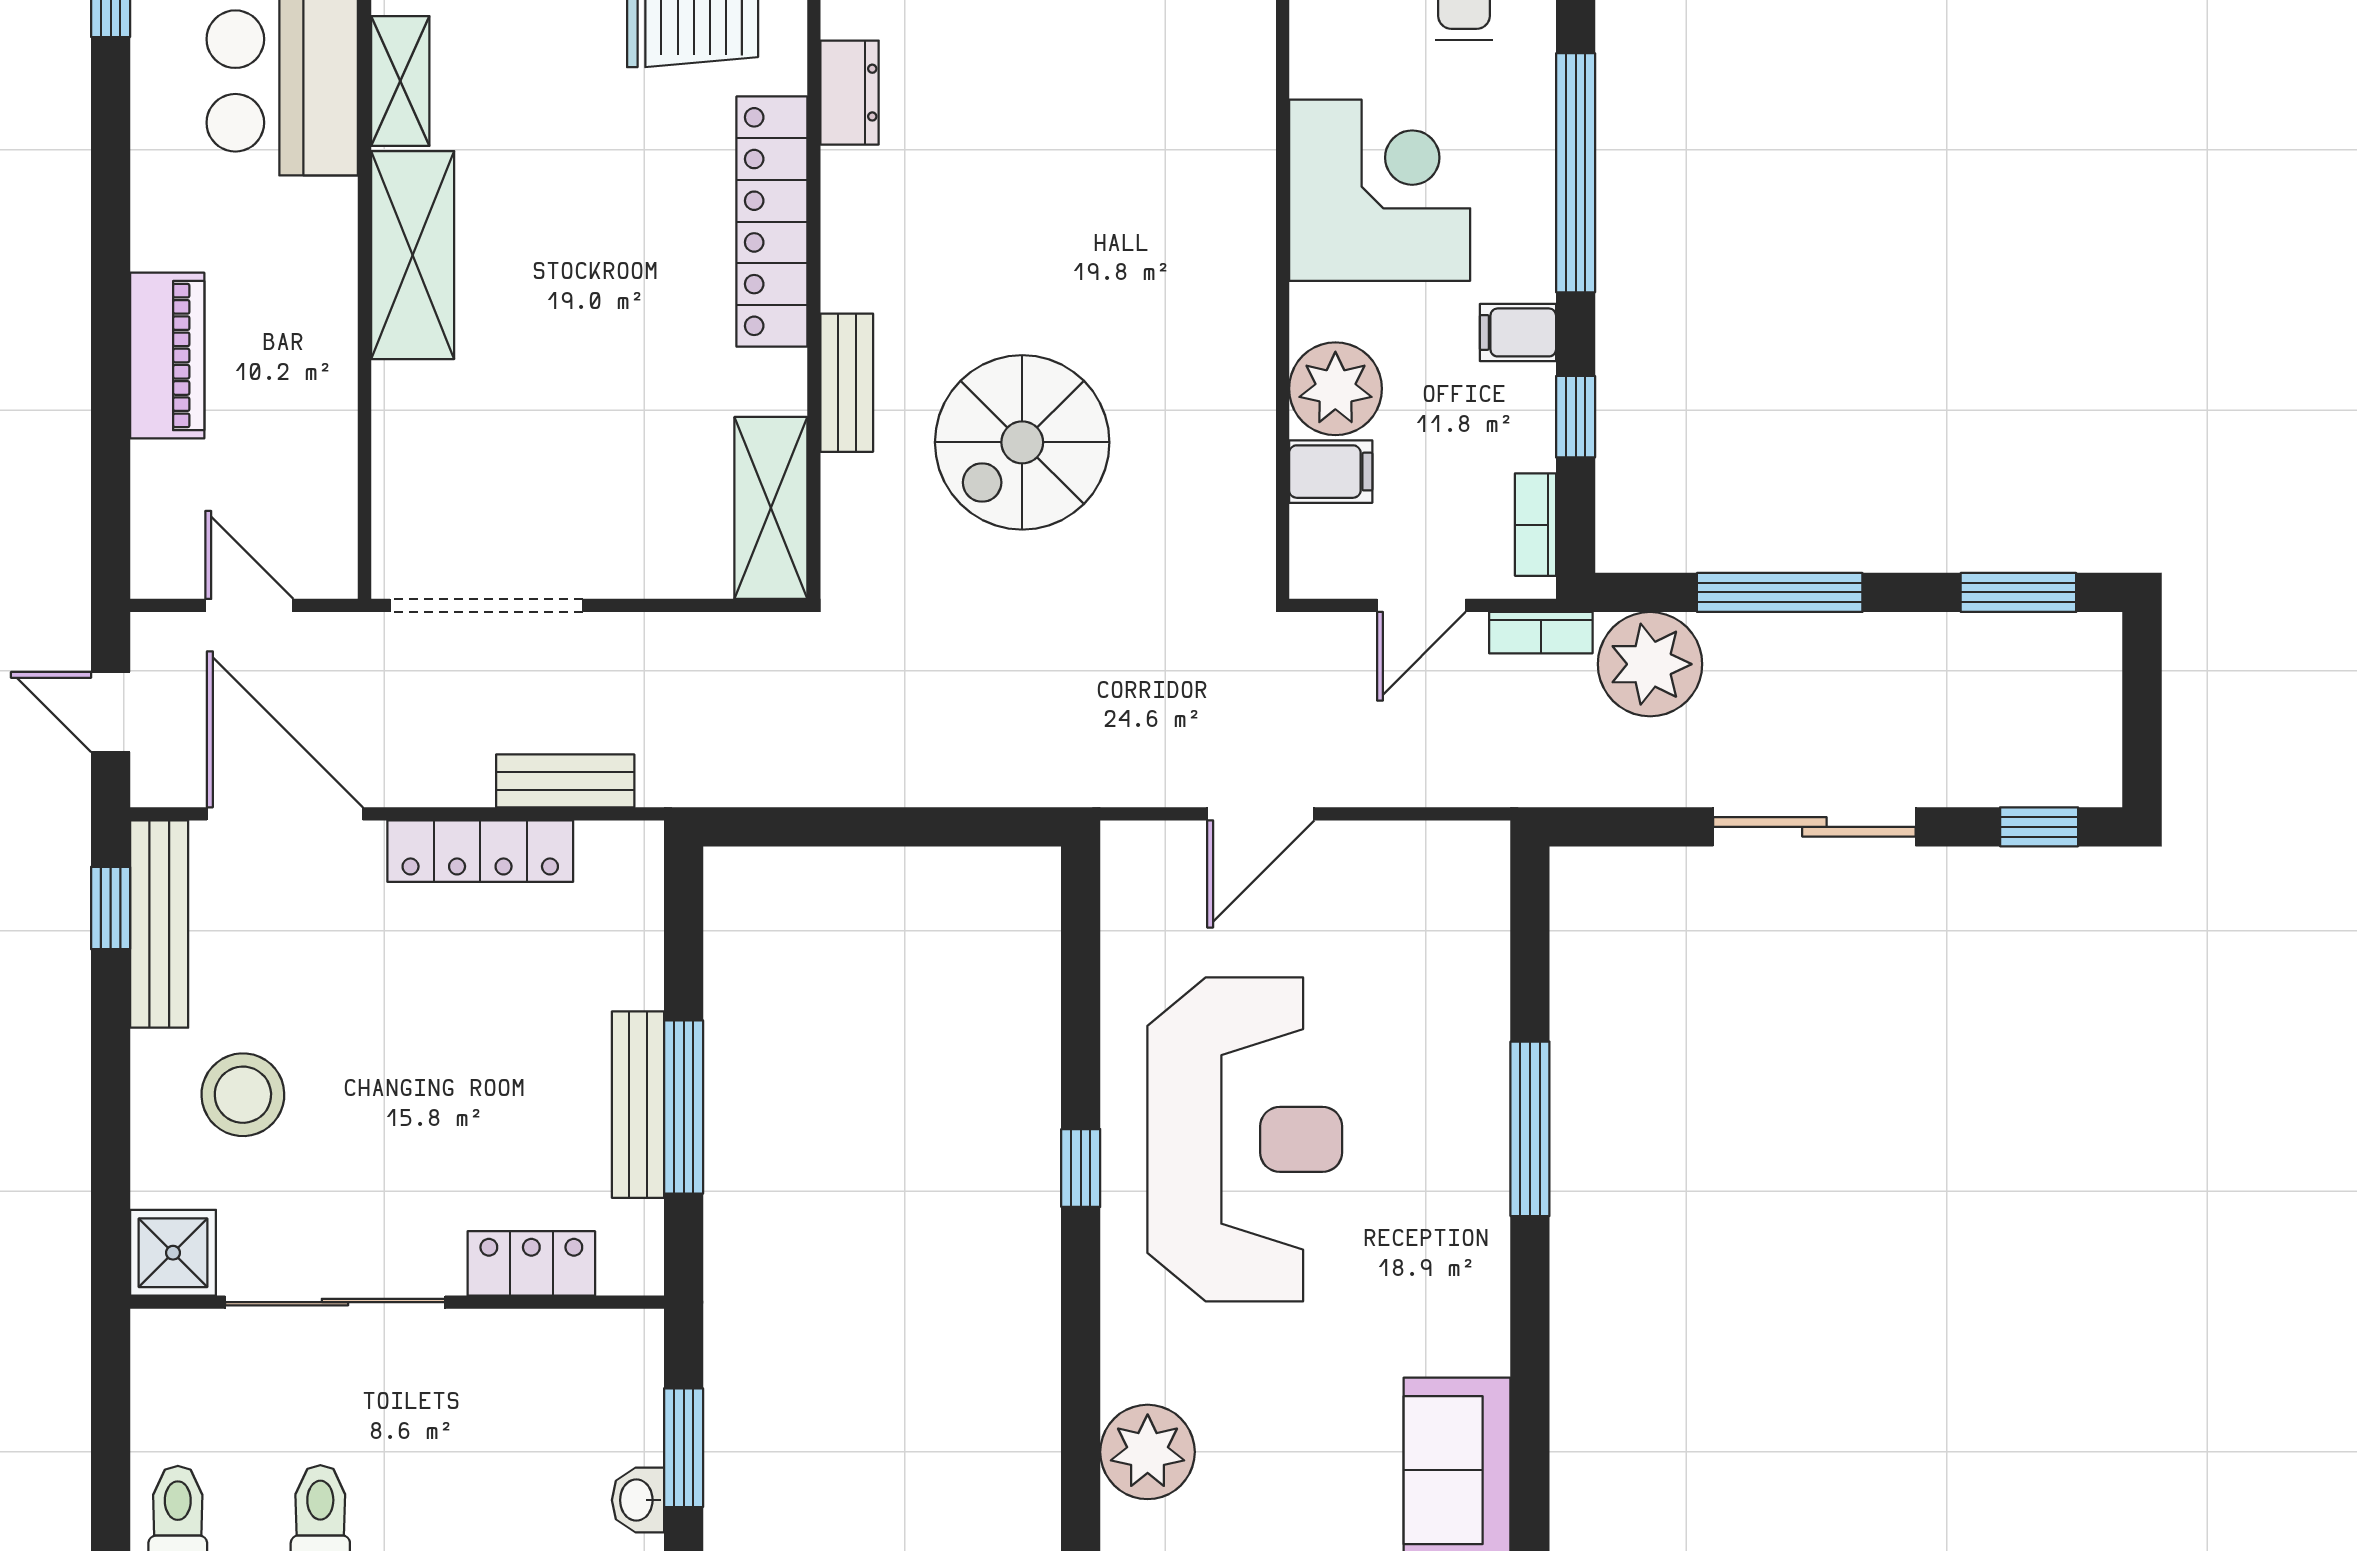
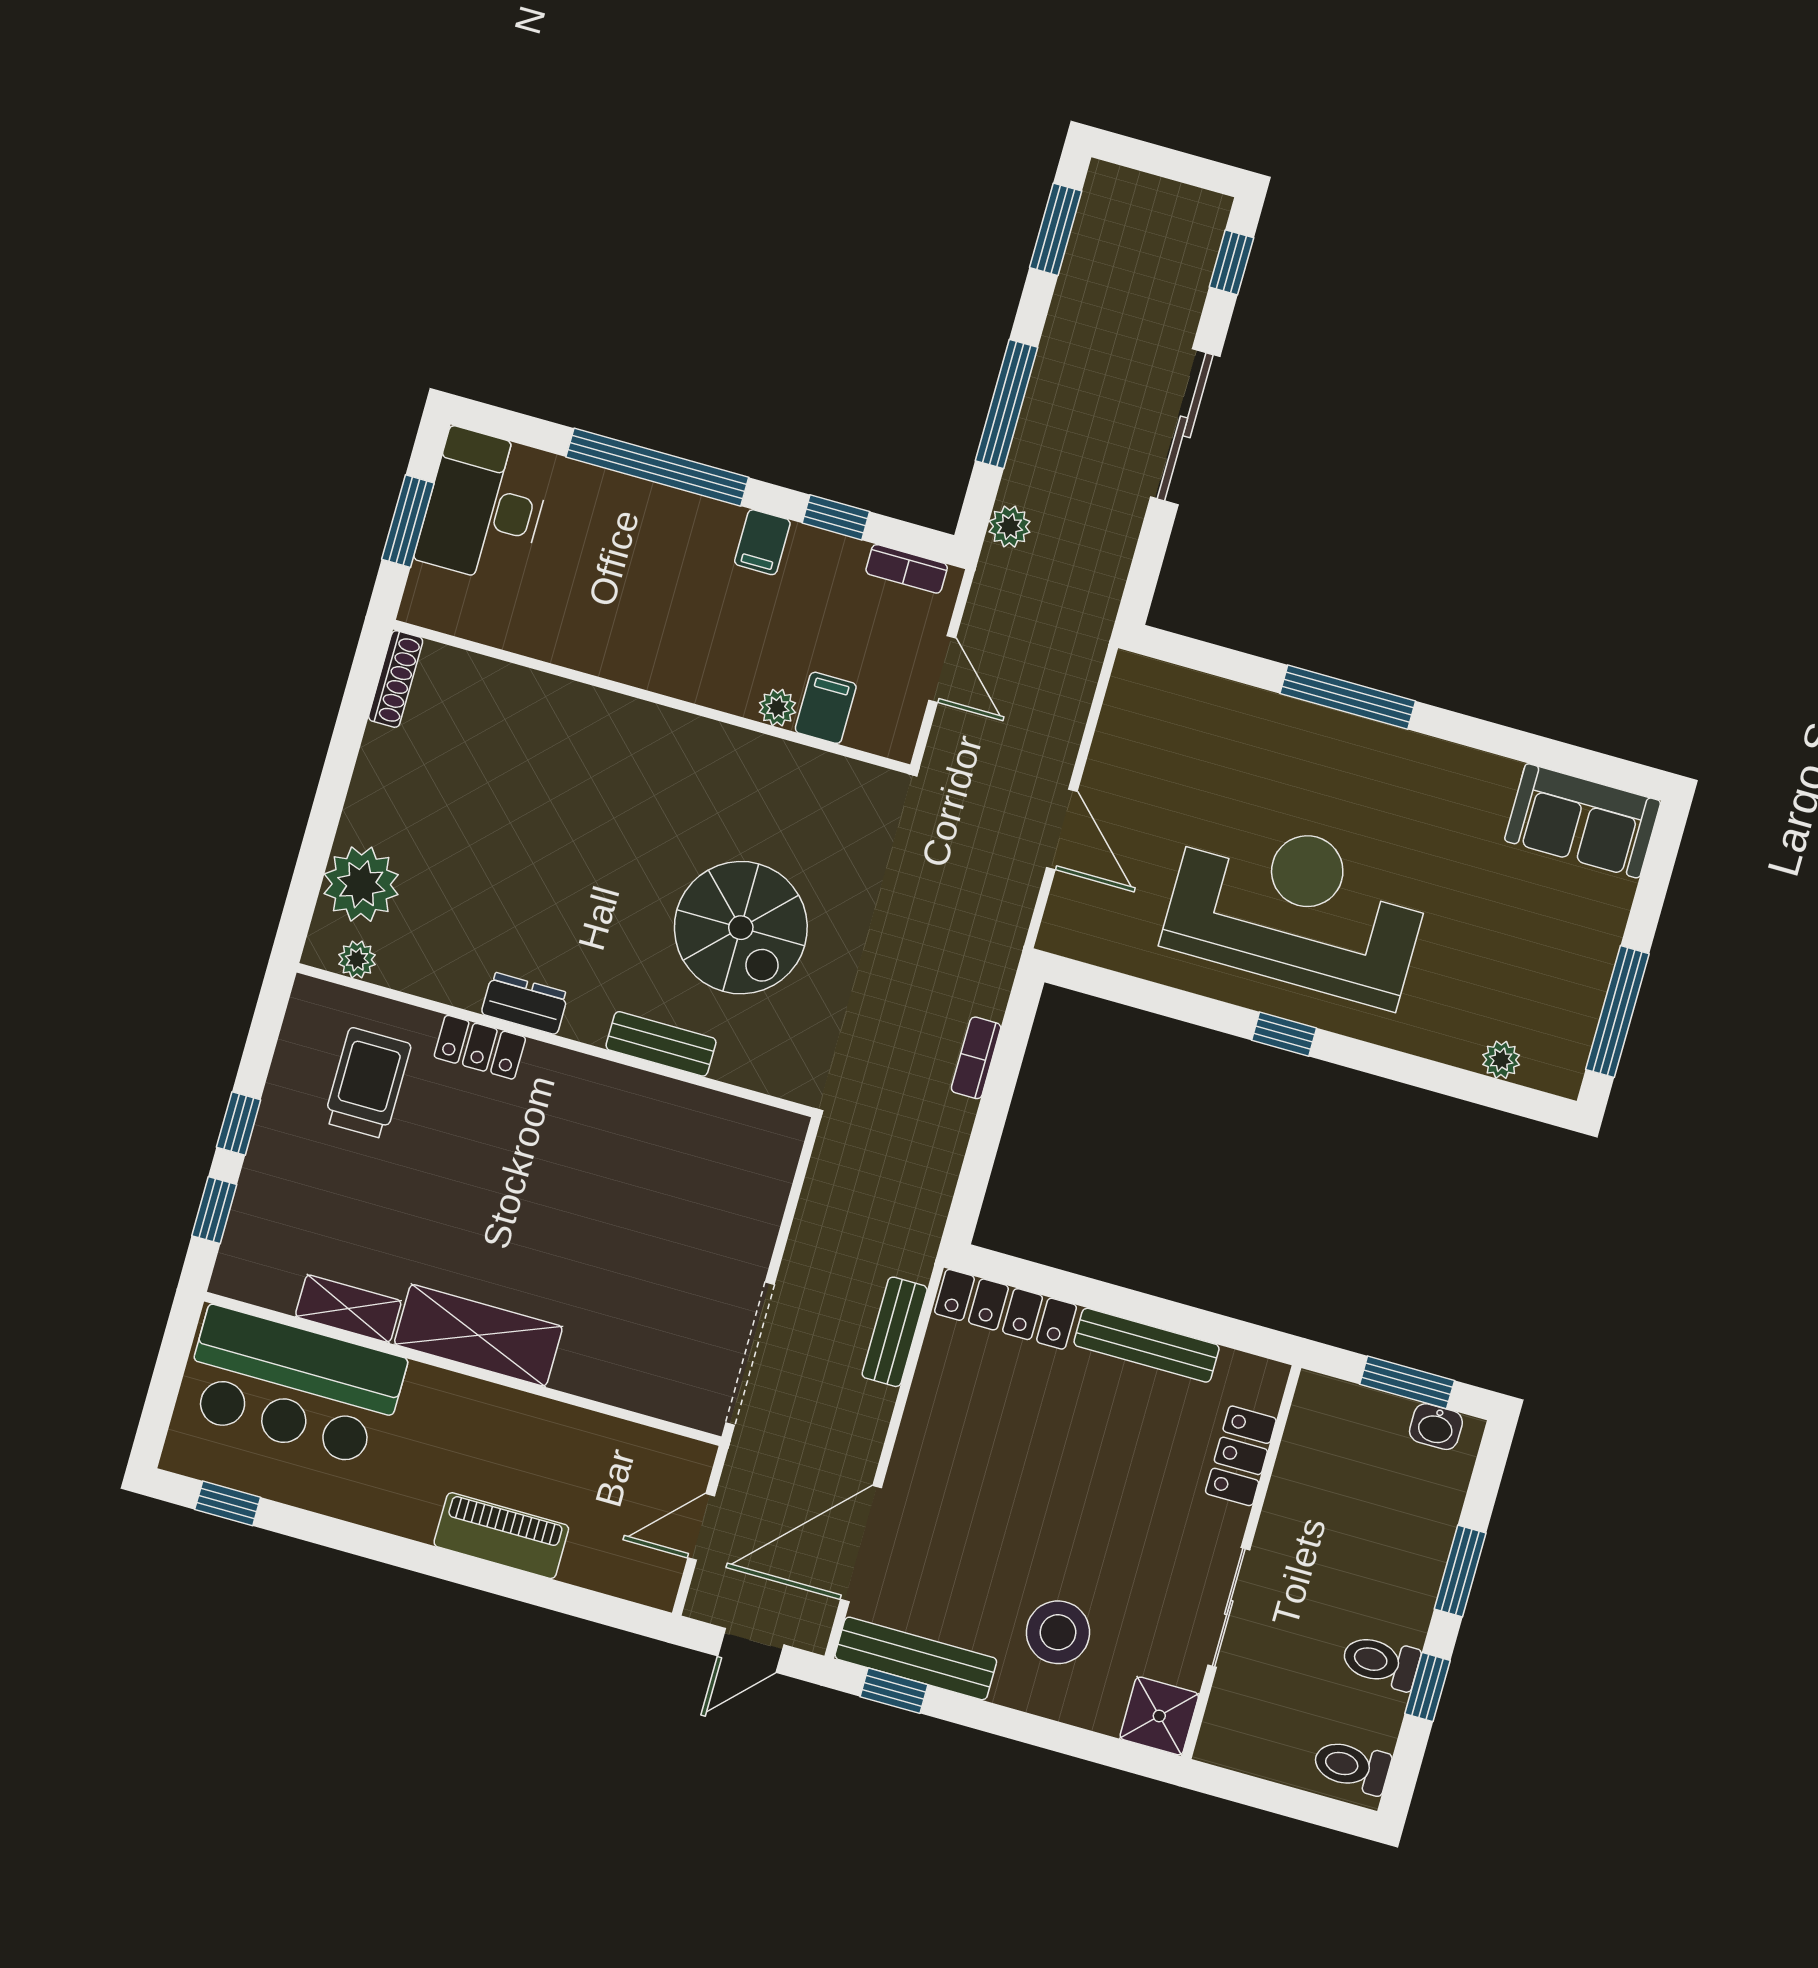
dresser: (849, 93) -> (525, 1003), moved
corner desk: (1380, 190) -> (630, 614), removed
locker: (772, 222) -> (480, 1047), width x0.46, depth x0.83
plant: (1335, 389) -> (777, 708), width x0.53, depth x0.53
shelving: (771, 508) -> (737, 1125), removed
bookcase: (1541, 633) -> (976, 1058), moved, turned 180
plant: (1650, 664) -> (1009, 527), width x0.53, depth x0.53
locker: (480, 851) -> (1005, 1309), moved, turned 90
window: (684, 1107) -> (1158, 1312), removed
sliding door: (335, 1302) -> (1229, 1608), width x0.73
plant: (1148, 1452) -> (1501, 1060), width x0.53, depth x0.53

